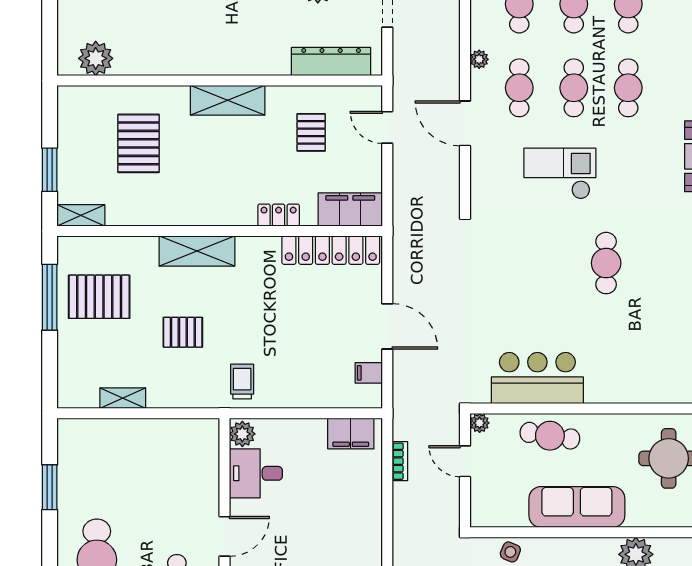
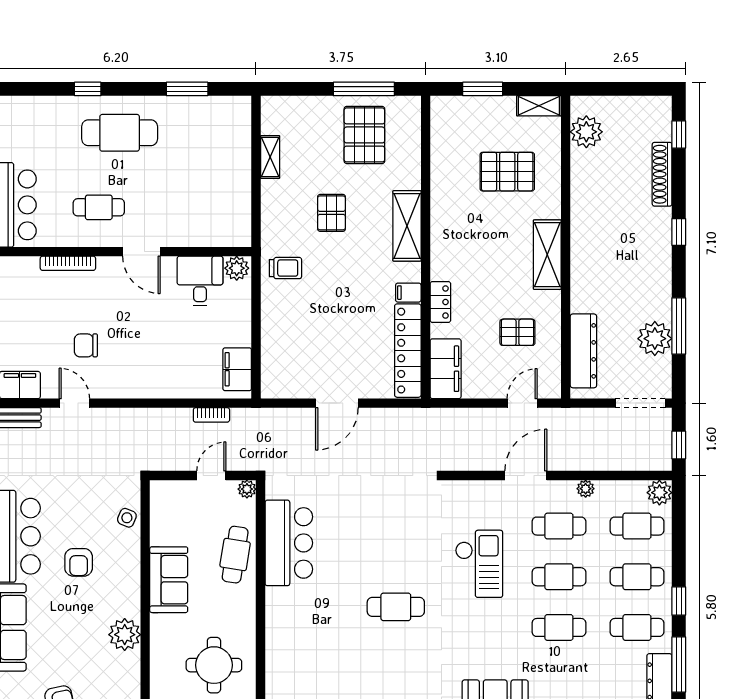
shelving: (81, 215) -> (539, 106), moved, turned 90
filing cabinet: (369, 373) -> (408, 293), moved, turned -90
sofa: (577, 507) -> (169, 580), width x0.73

